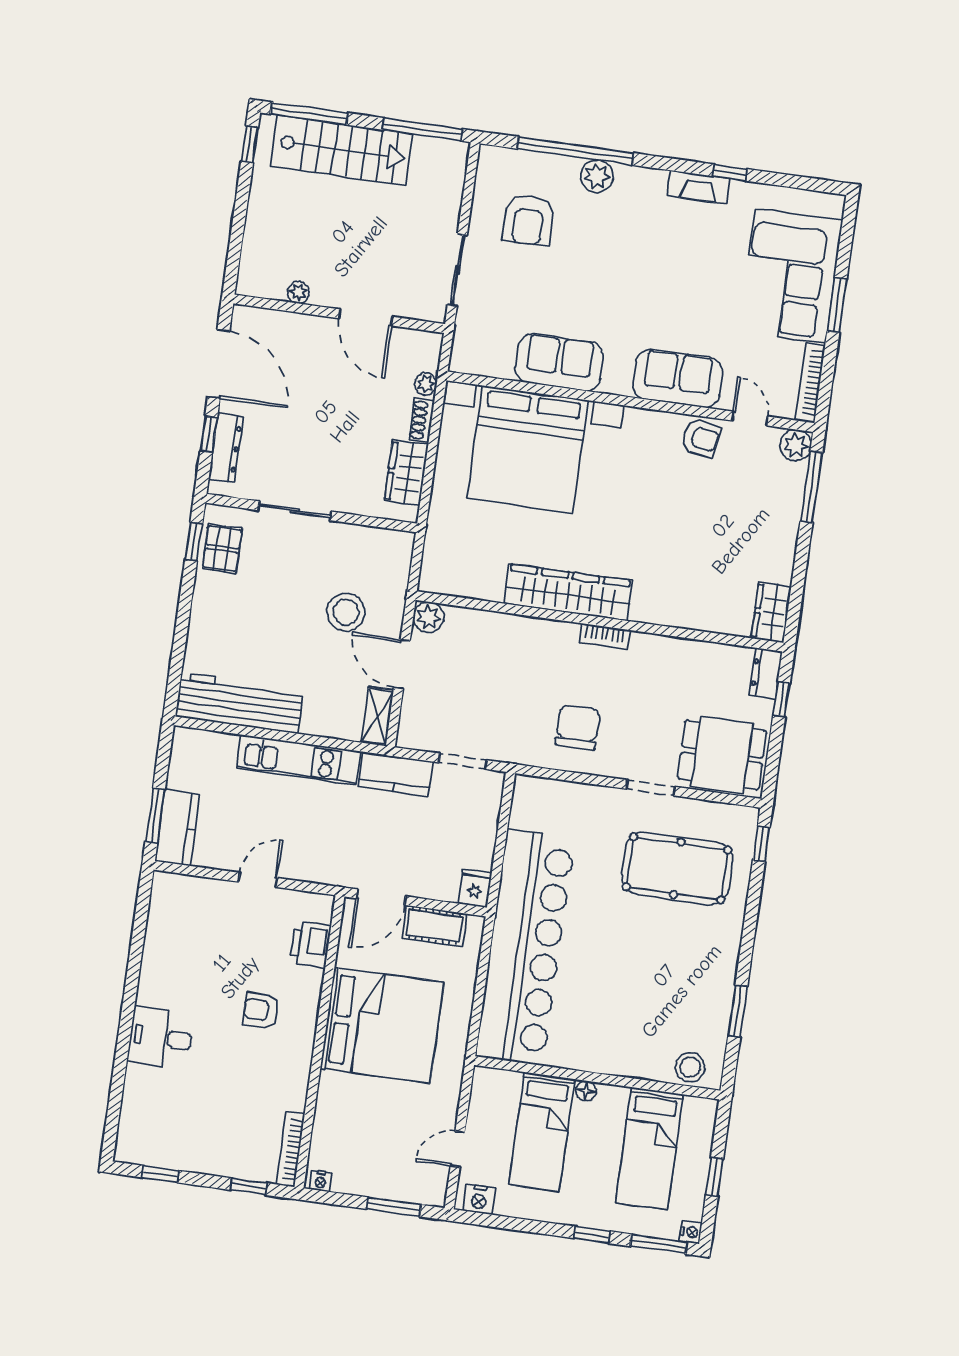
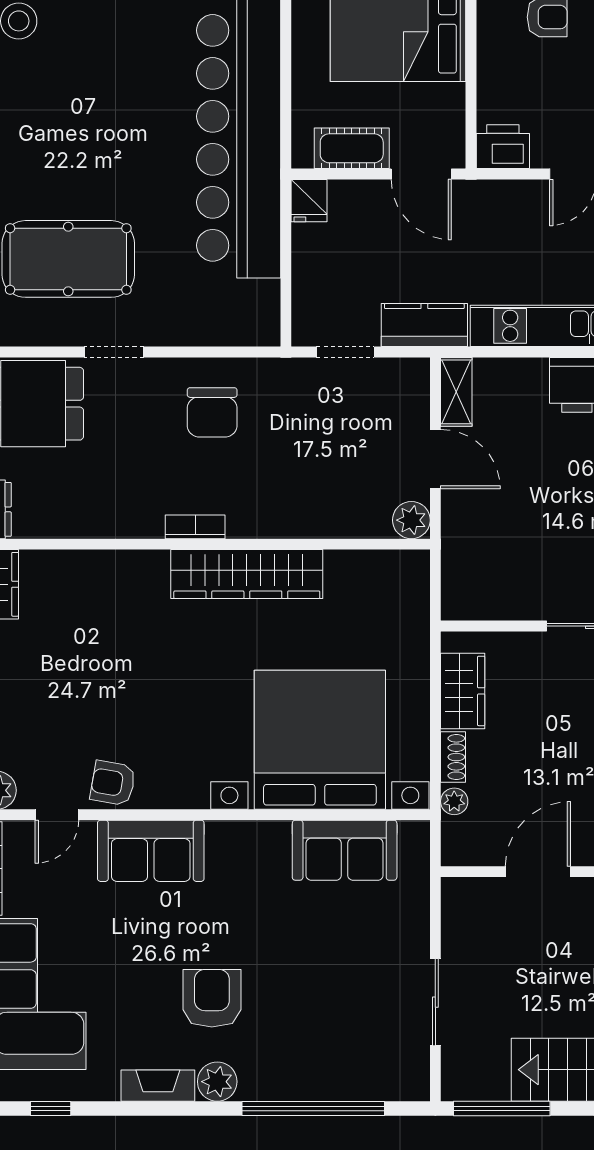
window: (730, 173) -> (51, 1108), moved
plant: (597, 176) -> (217, 1082), moved
armchair: (528, 220) -> (212, 998), moved
sliding door: (457, 270) -> (435, 1002), moved
door: (366, 317) -> (538, 872), hinge flipped
sofa: (559, 362) -> (345, 850), moved
door: (750, 419) -> (57, 815), hinge flipped
stool: (346, 612) -> (512, 512), removed
door: (381, 897) -> (421, 174), swing flipped
printer: (310, 945) -> (503, 147), moved, turned -90

